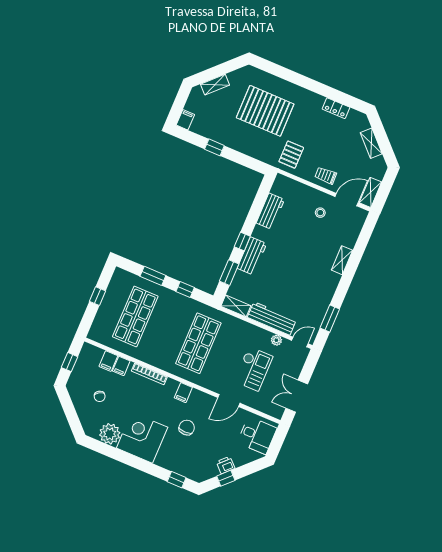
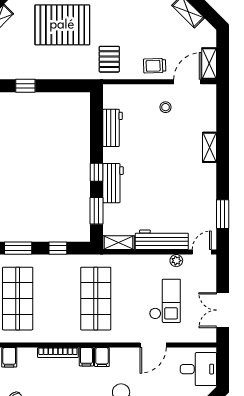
filing cabinet: (121, 366) -> (86, 357), moved

